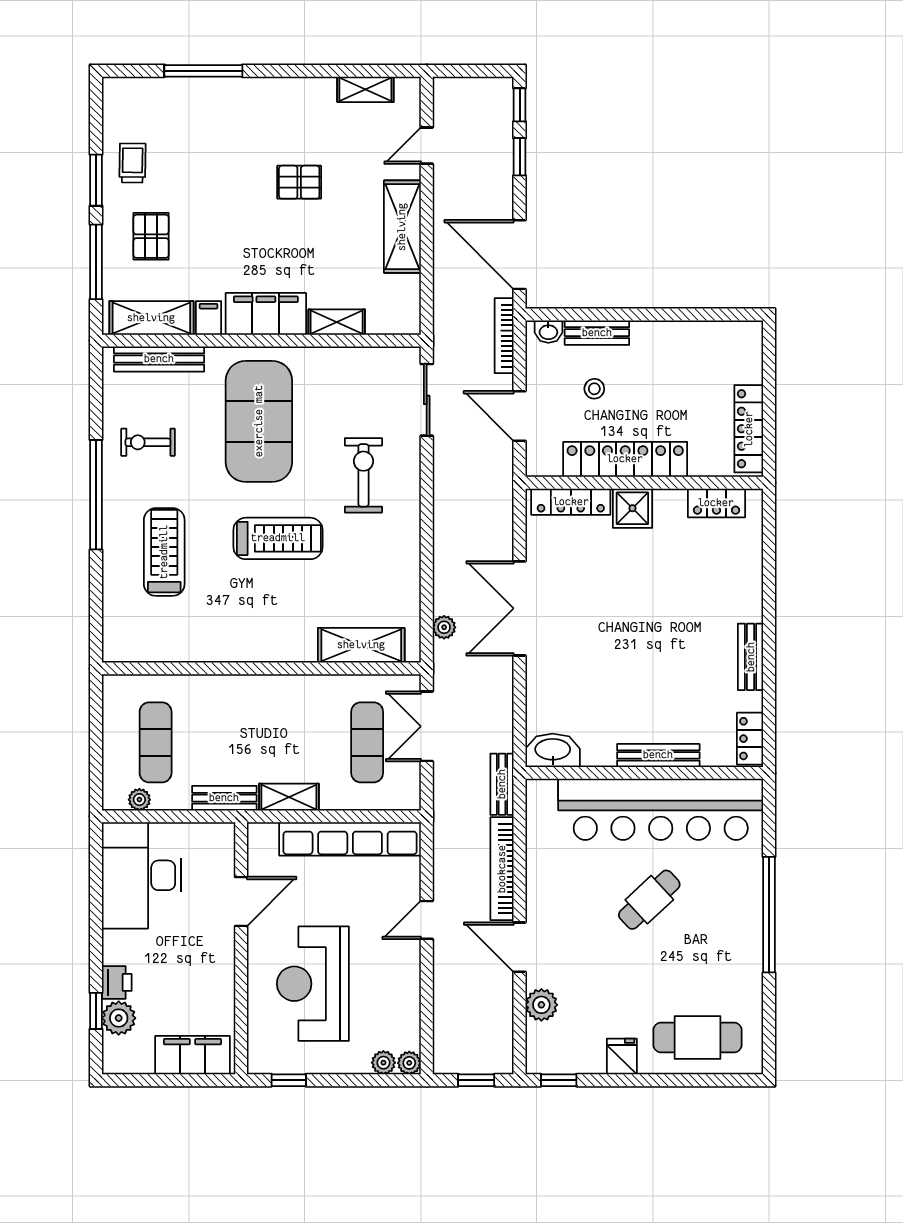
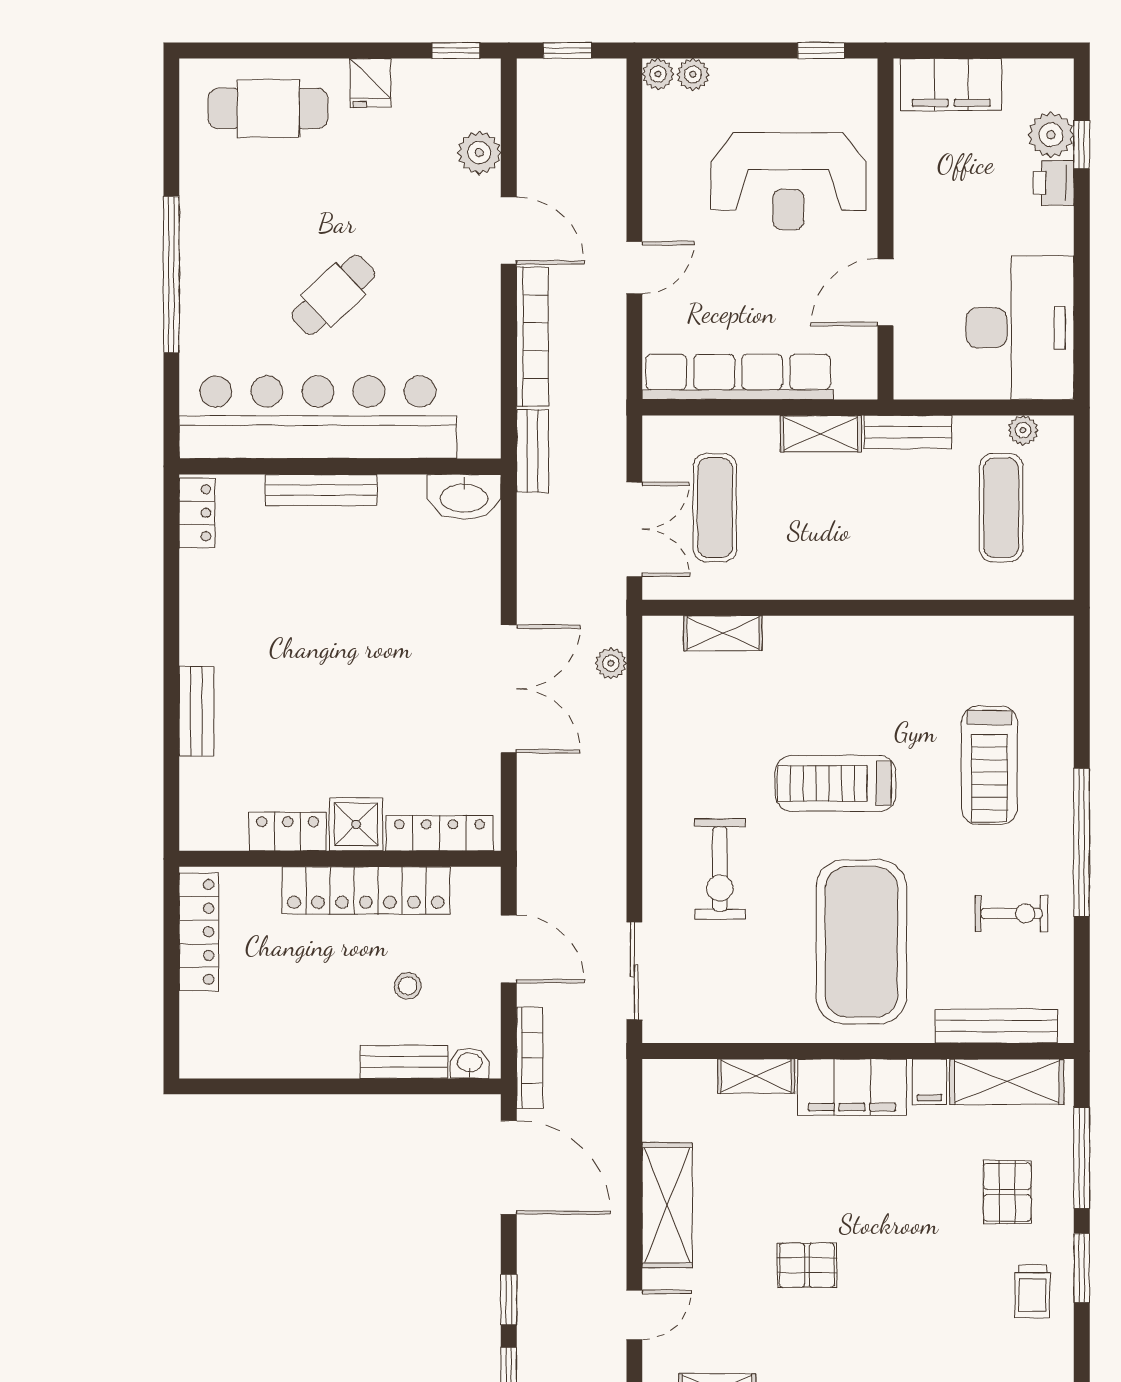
locker: (716, 503) -> (288, 831), moved
shelving: (361, 645) -> (723, 633), width x0.67, depth x0.75
bench: (751, 657) -> (196, 711), moved
reception desk: (313, 984) -> (788, 181), turned 90

